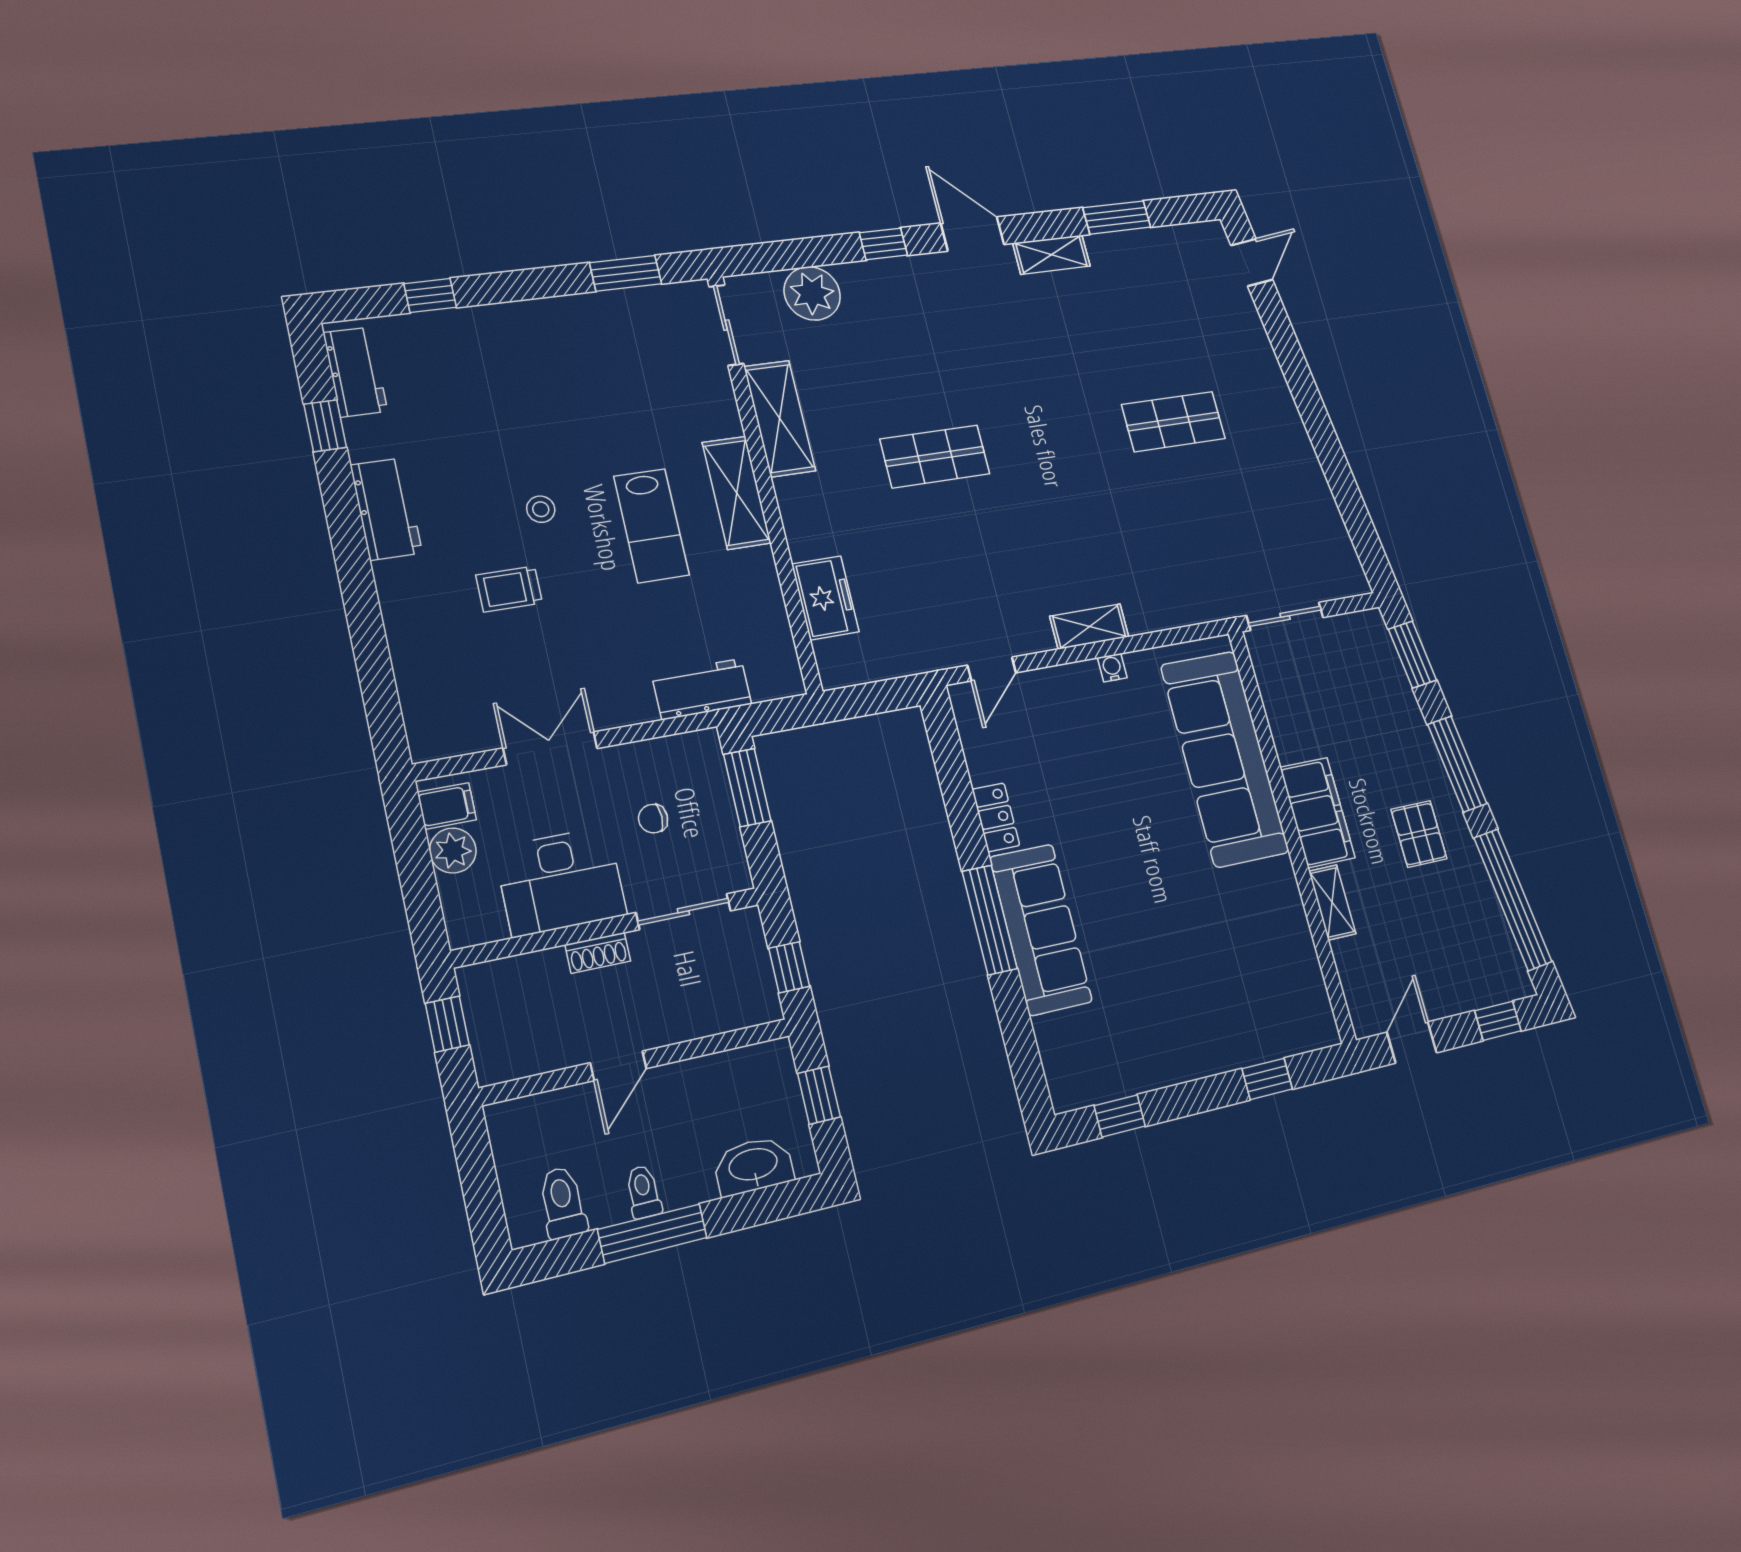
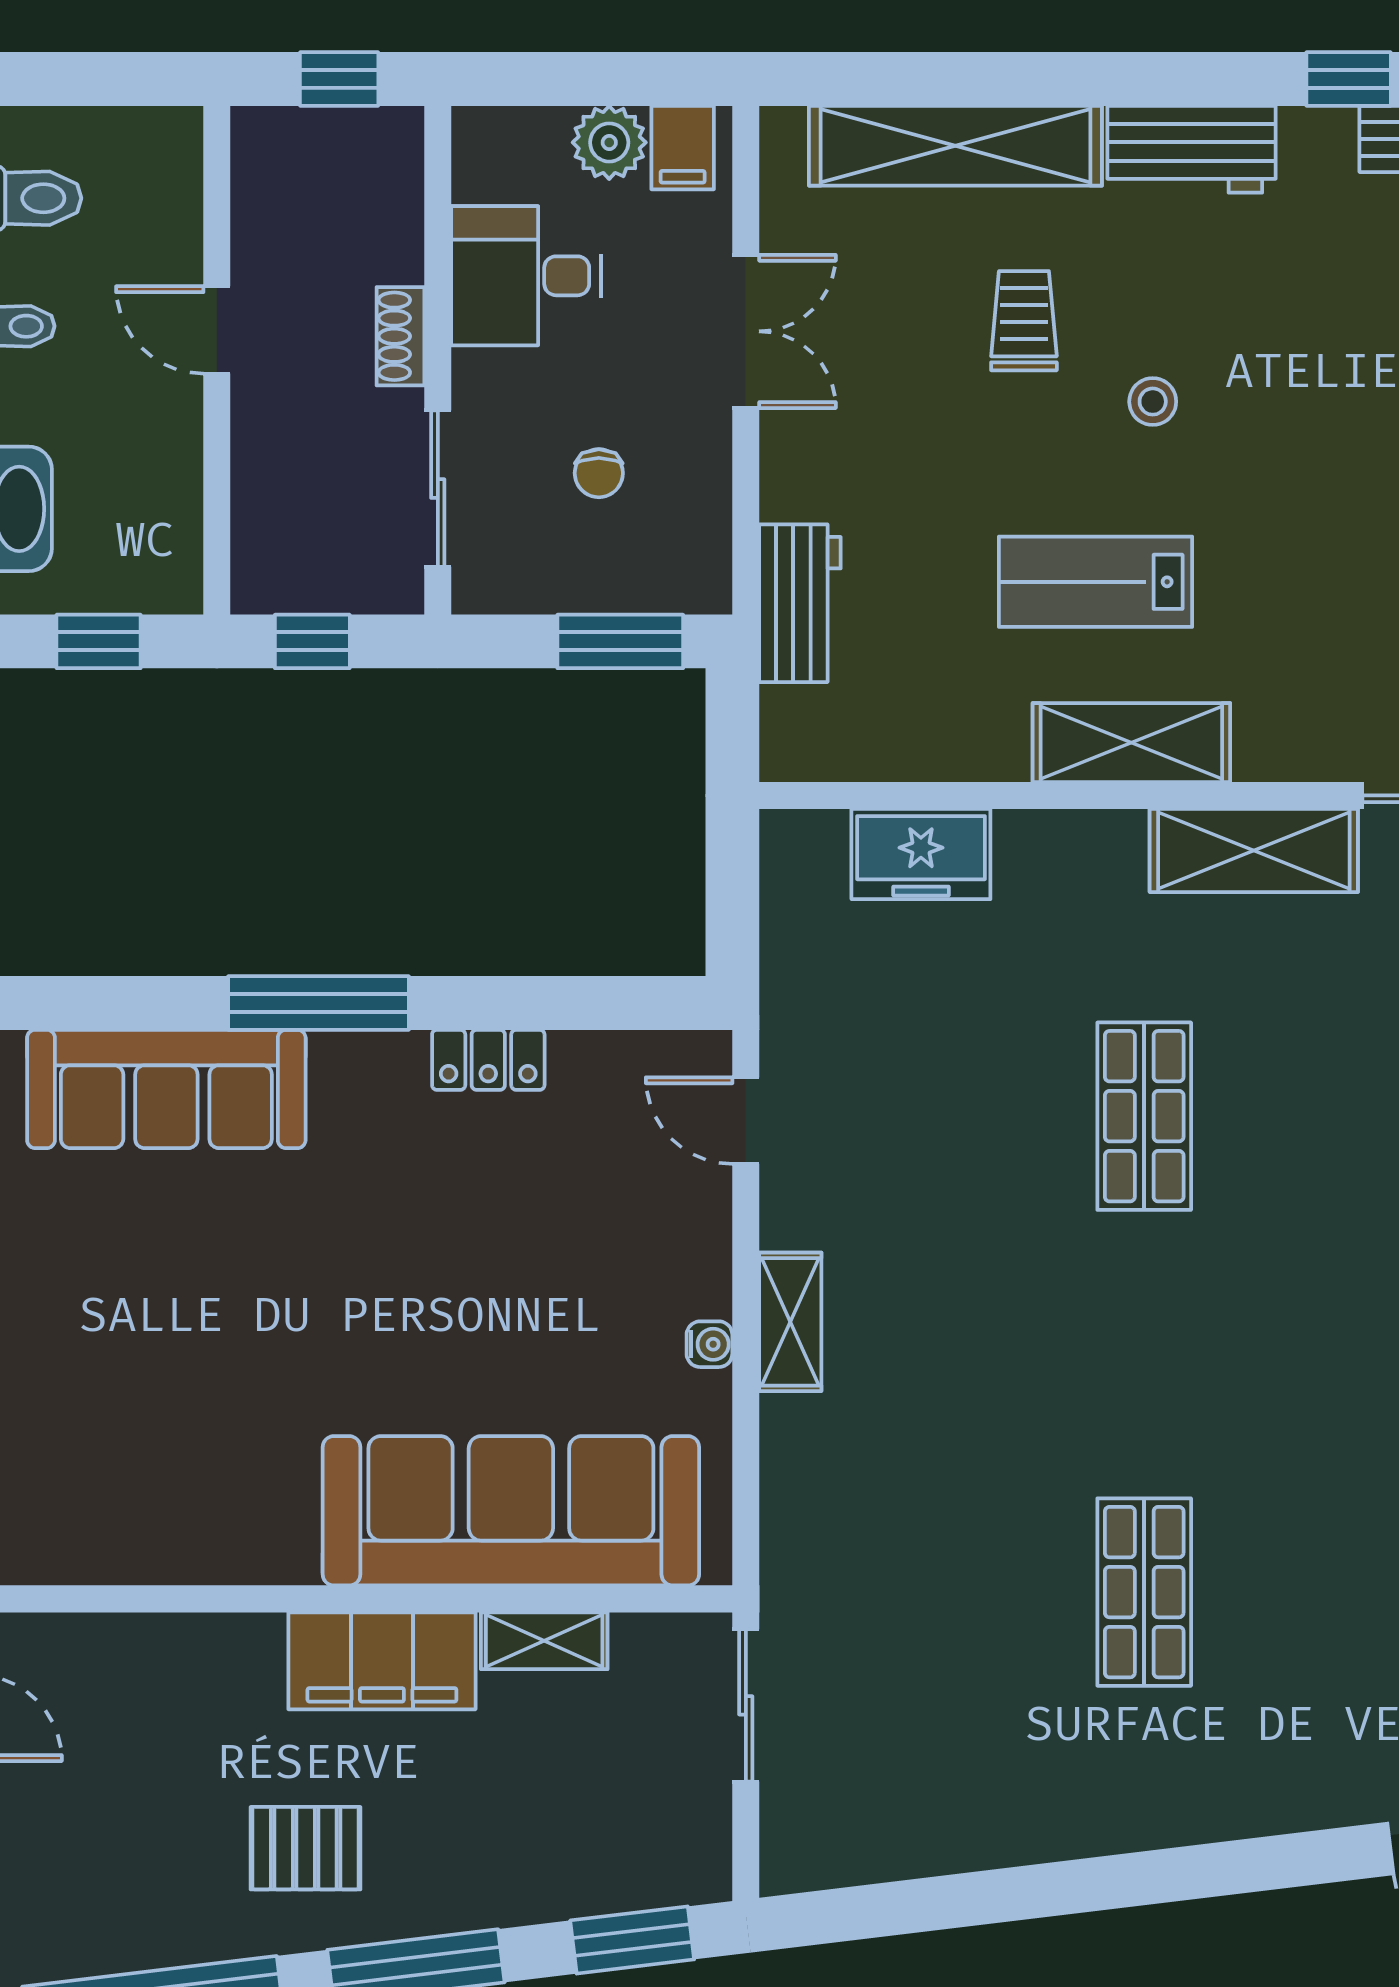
shelving: (412, 645) -> (955, 146), added
chair: (653, 819) -> (599, 473), turned 180
desk: (561, 881) -> (526, 276), width x0.73
shelving: (1332, 902) -> (544, 1641), moved
sofa: (1041, 929) -> (166, 1089), moved

